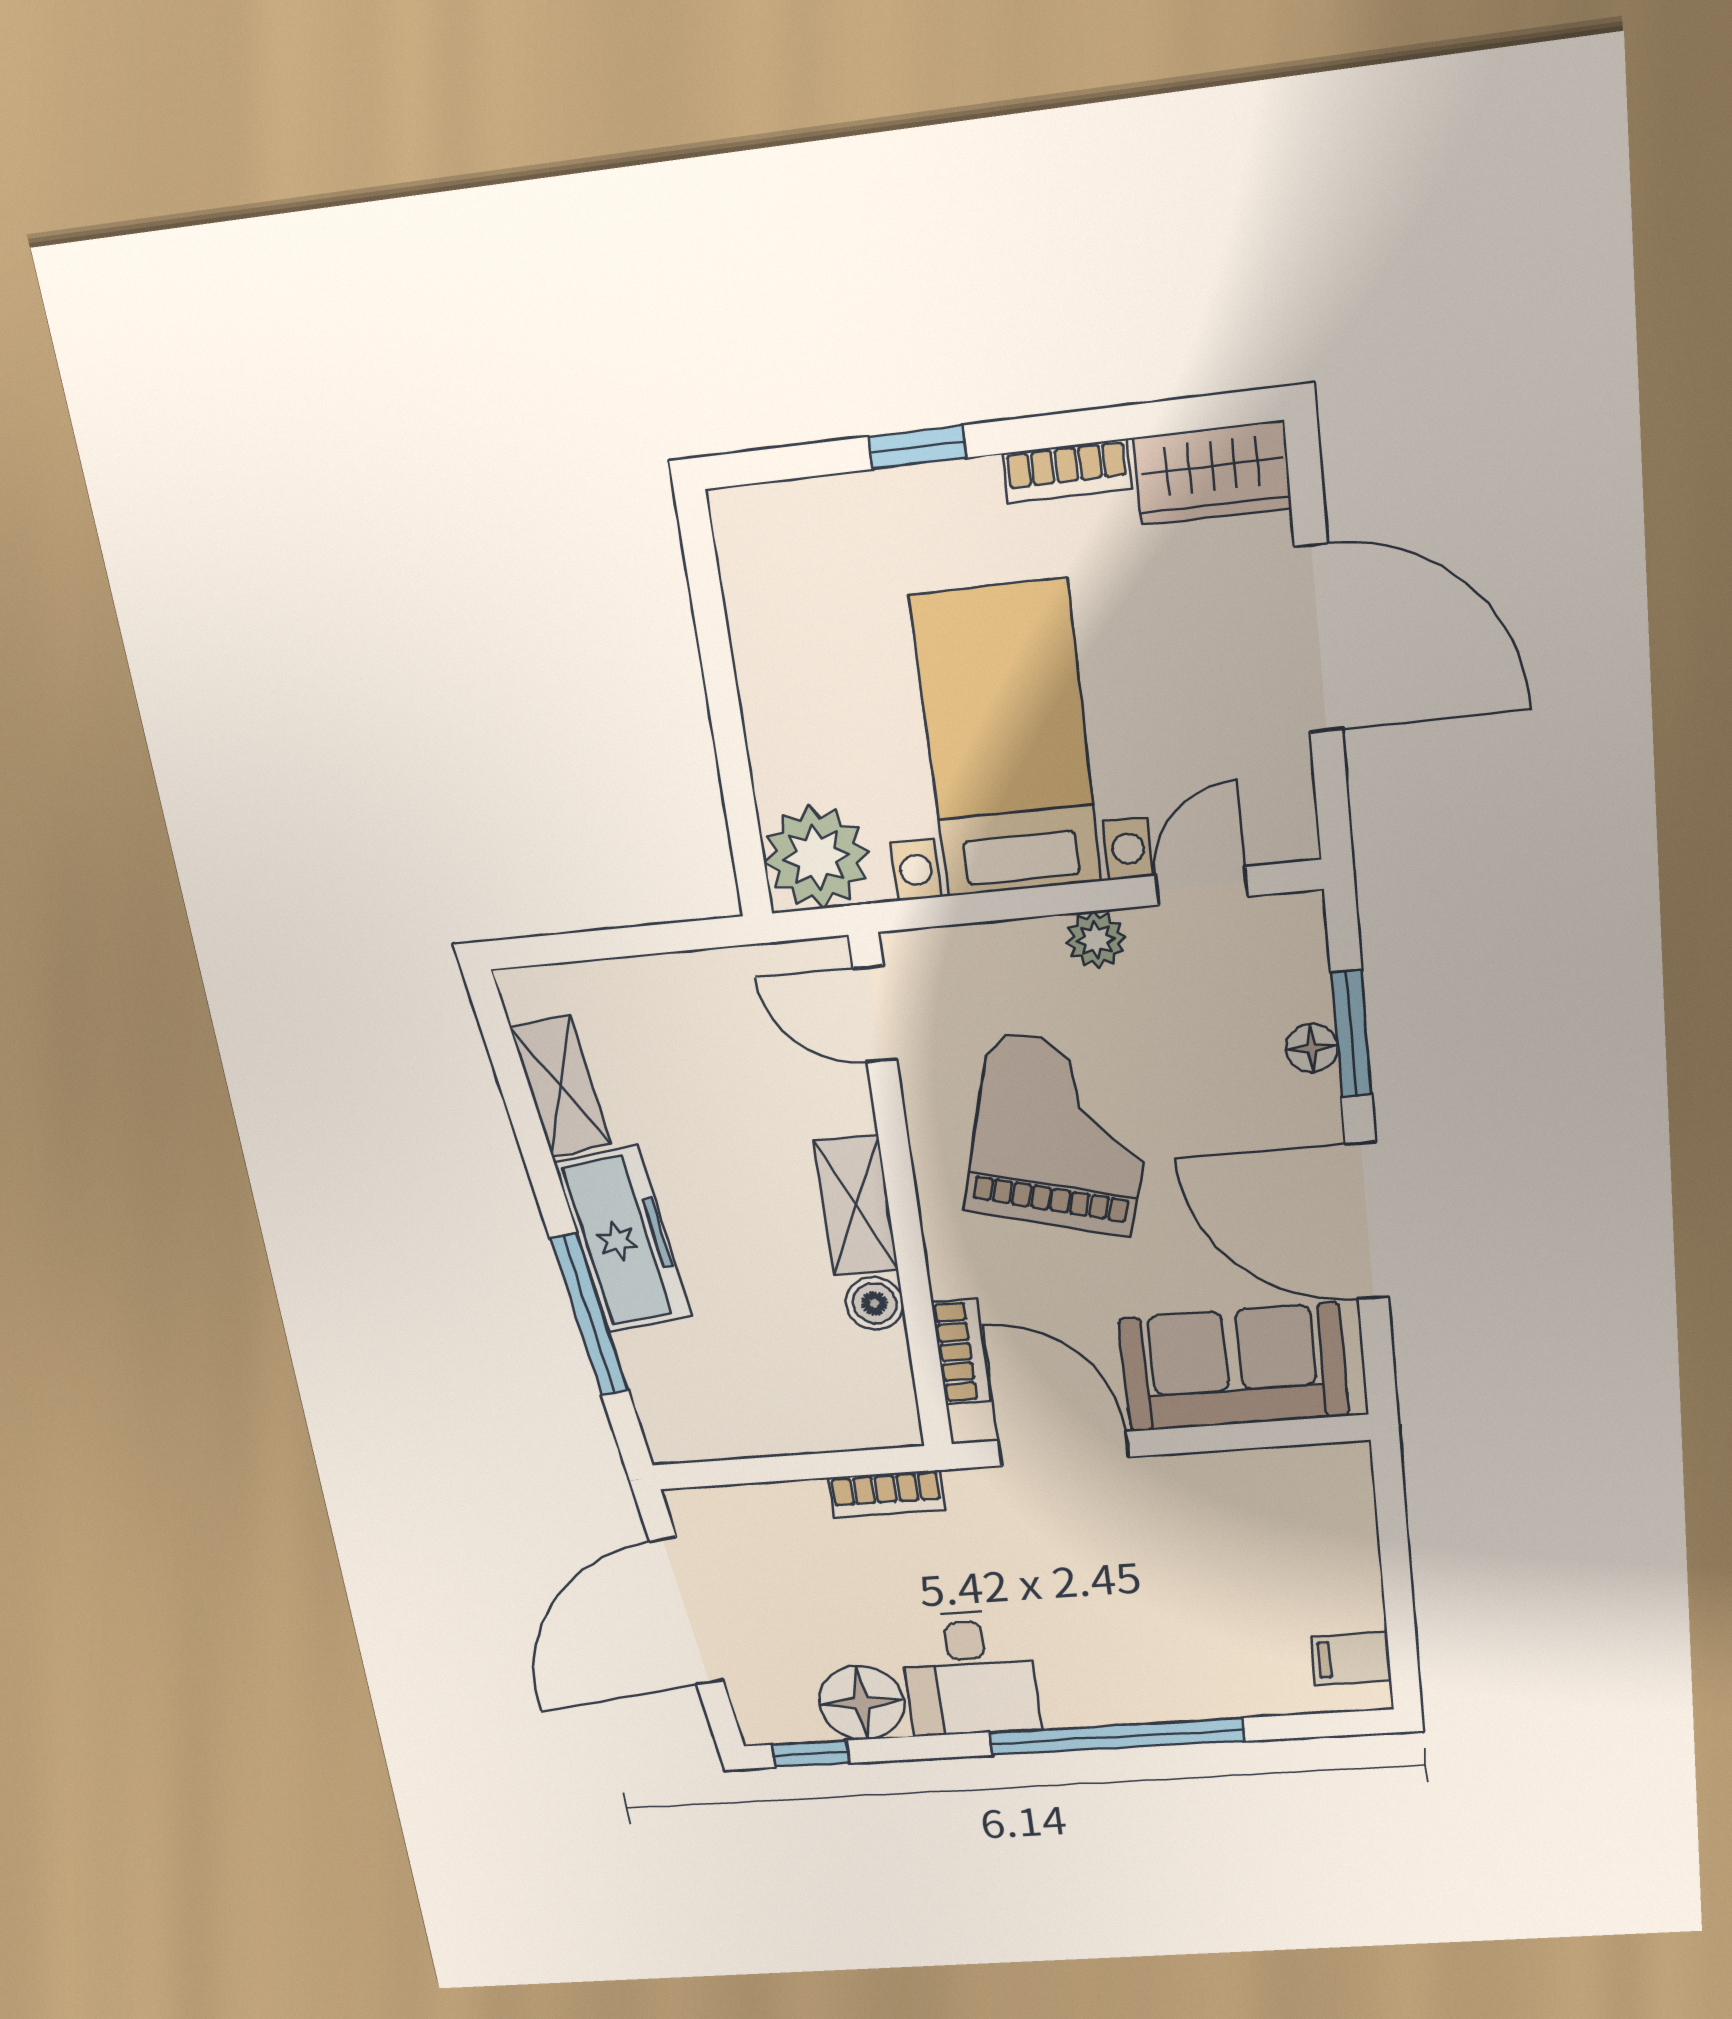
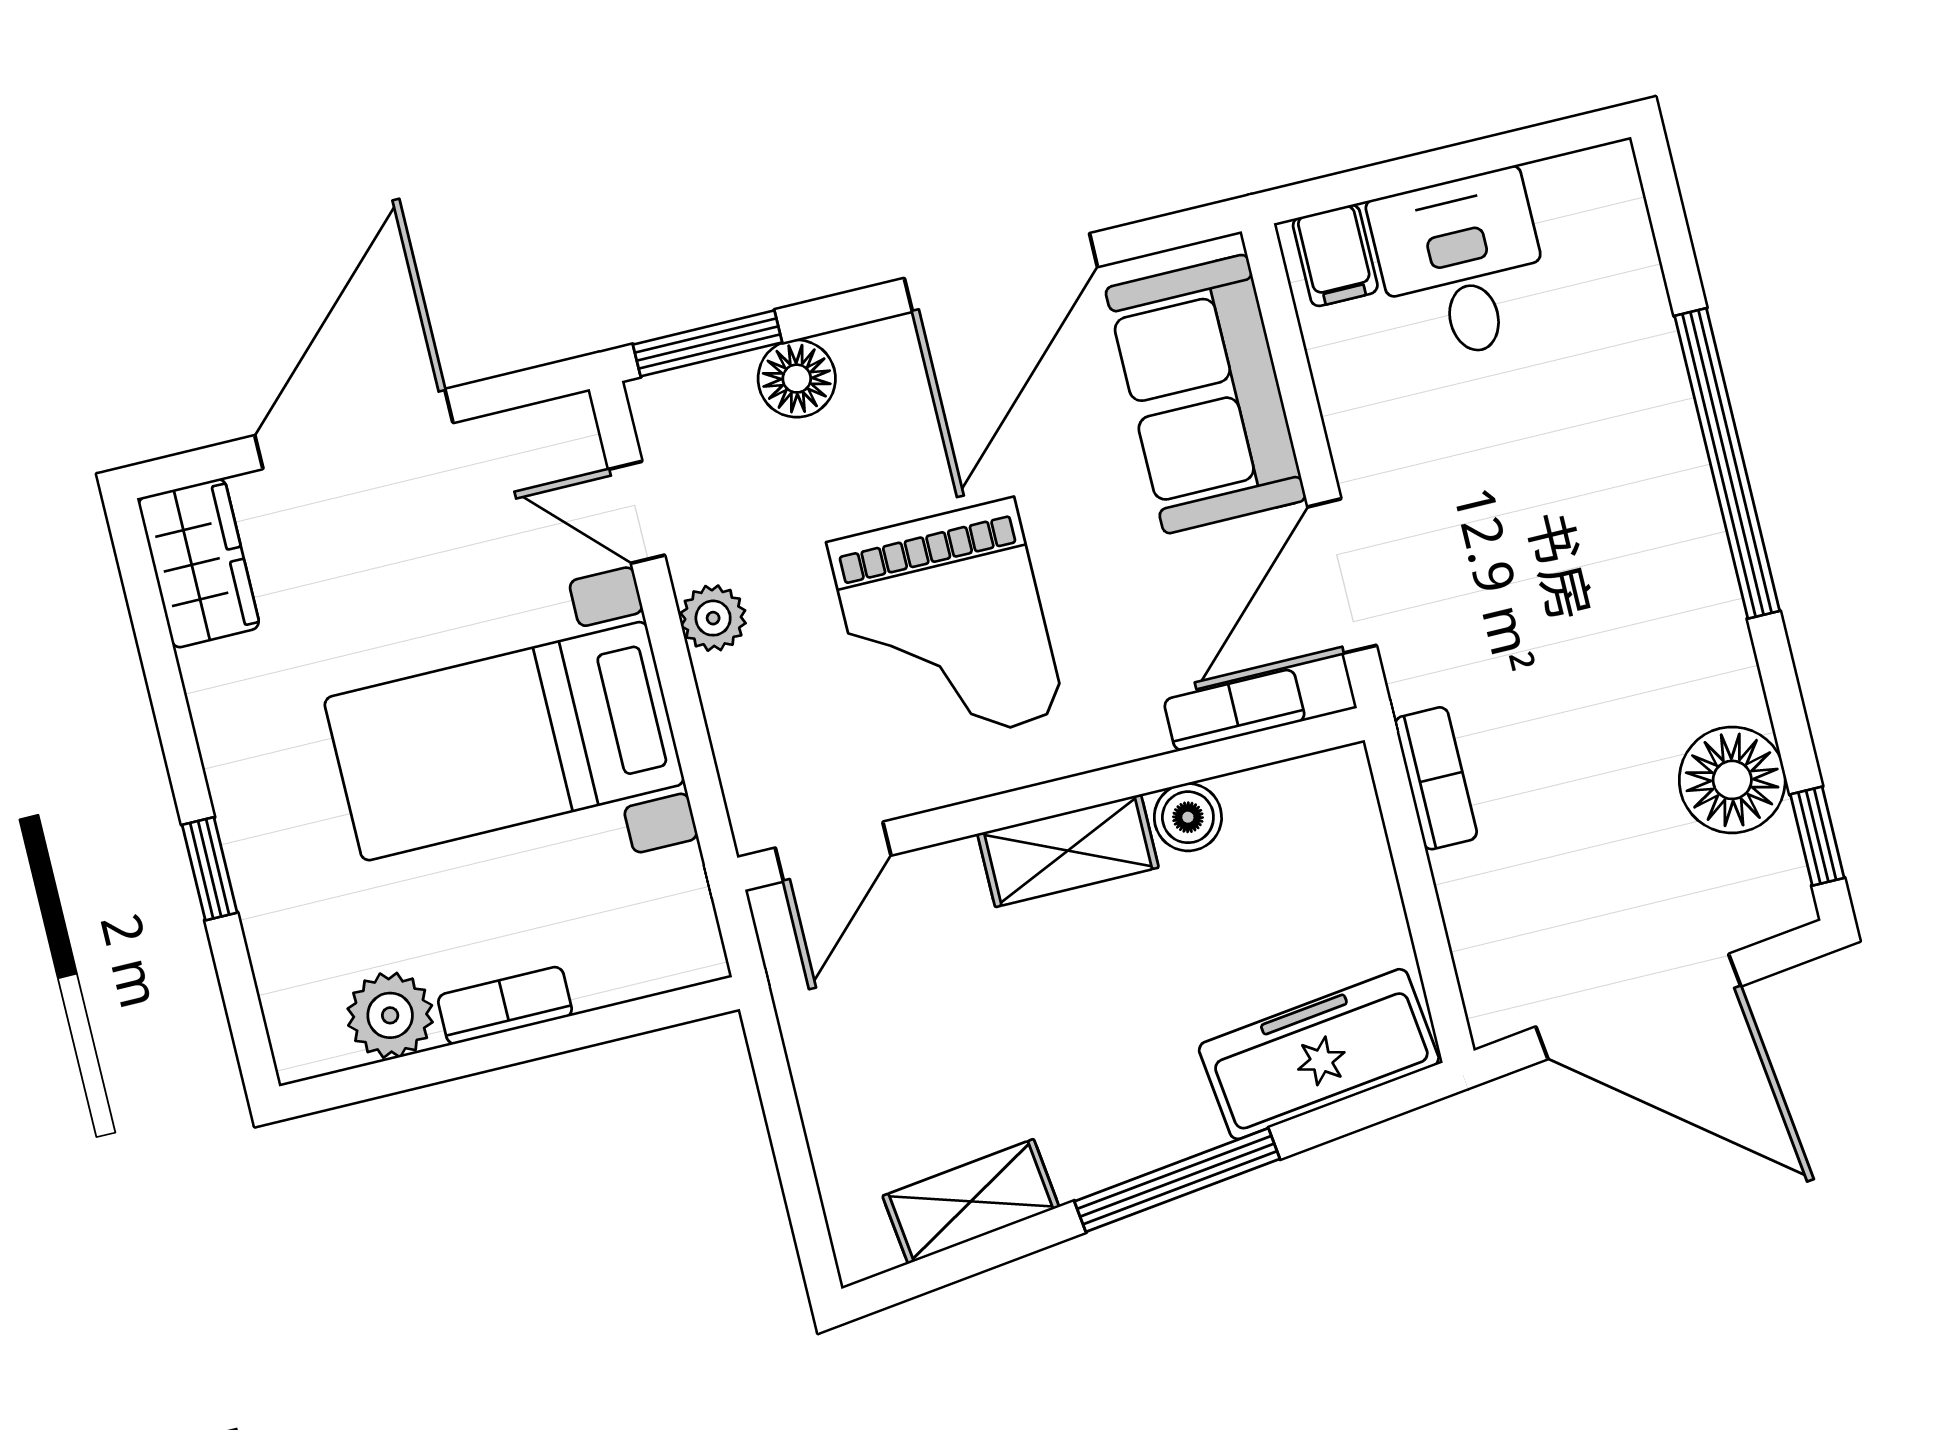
bookcase: (1067, 471) -> (505, 1005), moved, turned -90
plant: (816, 857) -> (390, 1015), moved, width x0.73, depth x0.73
window: (1351, 1034) -> (708, 343), moved
floor lamp: (1312, 1048) -> (797, 379), width x1.37, depth x1.37
grand piano: (1061, 1134) -> (946, 628), turned -105
freezer: (623, 1240) -> (1319, 1054), moved
window: (589, 1315) -> (1177, 1180), moved
filing cabinet: (1351, 1658) -> (1335, 255), moved
desk: (969, 1673) -> (1462, 266), moved, turned -90

